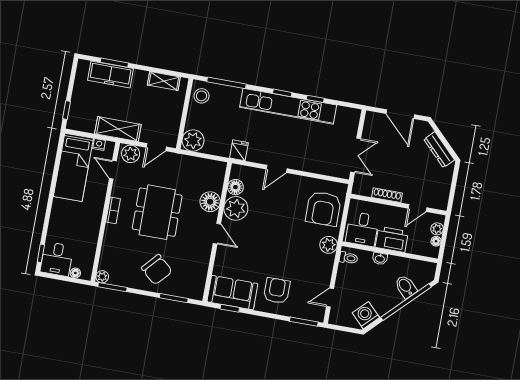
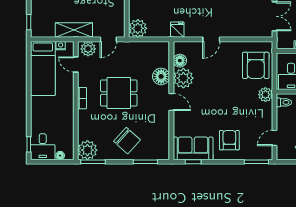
dining table: (157, 212) -> (119, 93), width x0.73
plant: (102, 277) -> (87, 150), width x1.88, depth x1.88

